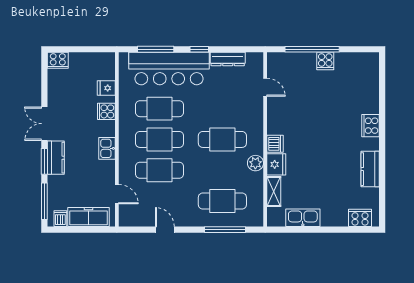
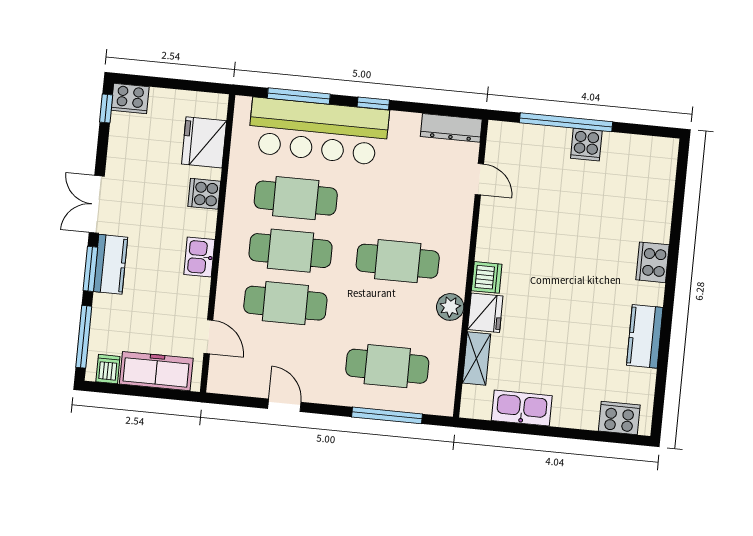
dresser: (228, 59) -> (451, 128), moved
window: (44, 67) -> (106, 109), added
fridge: (106, 88) -> (204, 142), width x1.88, depth x1.34

